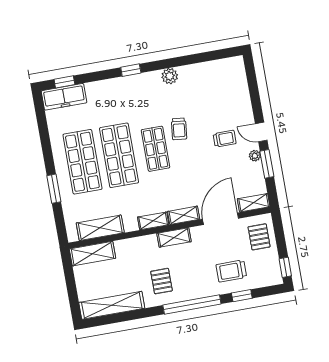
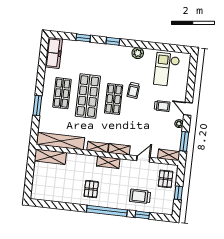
window: (64, 82) -> (83, 38), moved
checkout: (216, 87) -> (167, 70), added
freezer: (64, 97) -> (54, 53), moved, turned -90
shop shelf: (82, 162) -> (62, 93), width x0.70, depth x0.74
window: (267, 164) -> (184, 141), moved
door: (220, 219) -> (143, 159), width x0.53
shelving: (100, 228) -> (61, 141), width x1.47
window: (285, 267) -> (178, 193), moved
shelving: (112, 305) -> (53, 195), removed

